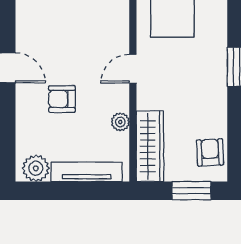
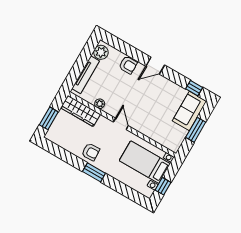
armchair: (62, 99) -> (128, 65), moved, turned 90
armchair: (210, 152) -> (91, 152), moved

